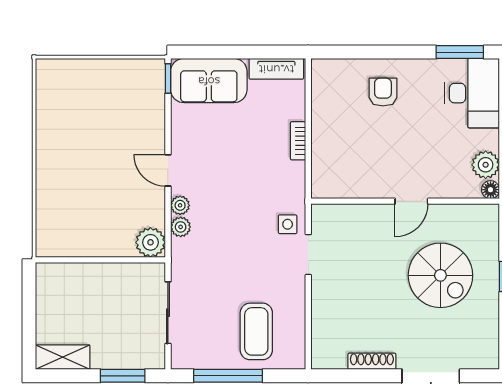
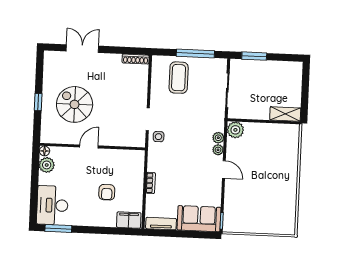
filing cabinet: (334, 73) -> (129, 220), added
armchair: (383, 92) -> (107, 192), moved
shelving: (63, 357) -> (285, 114), moved
shoe rack: (372, 361) -> (136, 59), moved

